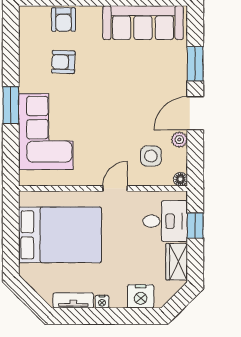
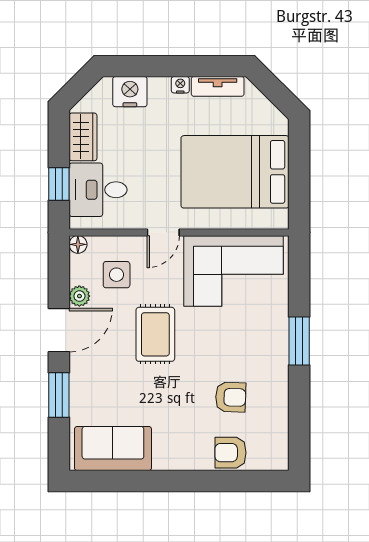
armchair: (63, 20) -> (230, 453), turned -90
sofa: (143, 23) -> (113, 449), width x0.73
rug: (121, 110) -> (155, 334), added
corner sofa: (46, 132) -> (233, 271), moved, turned -90

